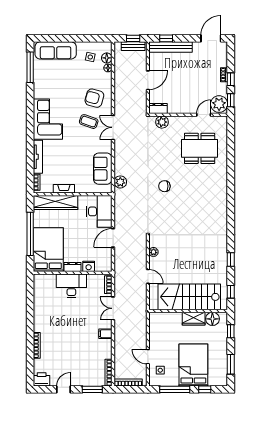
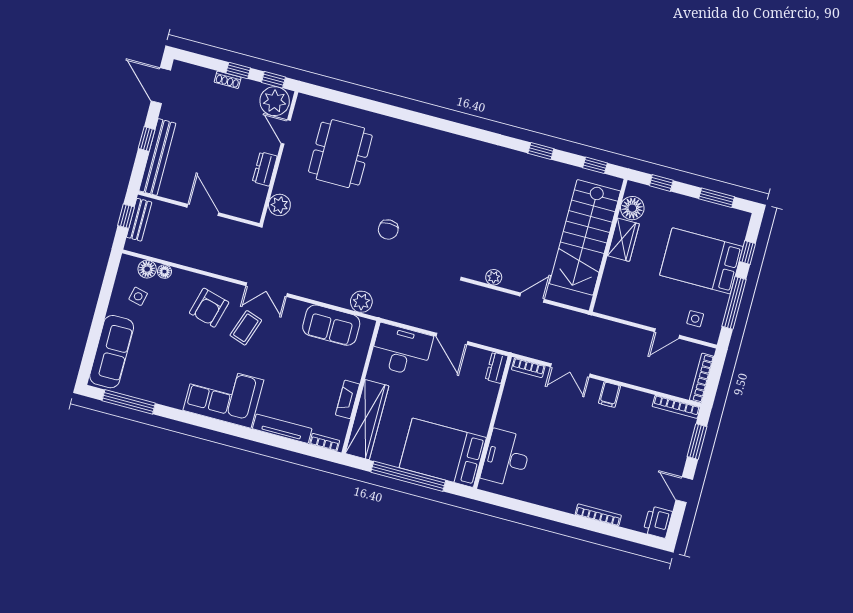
window: (166, 38) -> (147, 139), moved
dresser: (158, 109) -> (265, 169), moved
nightstand: (89, 266) -> (489, 393), removed
dresser: (72, 267) -> (497, 368), moved
desk: (71, 286) -> (506, 458), moved

